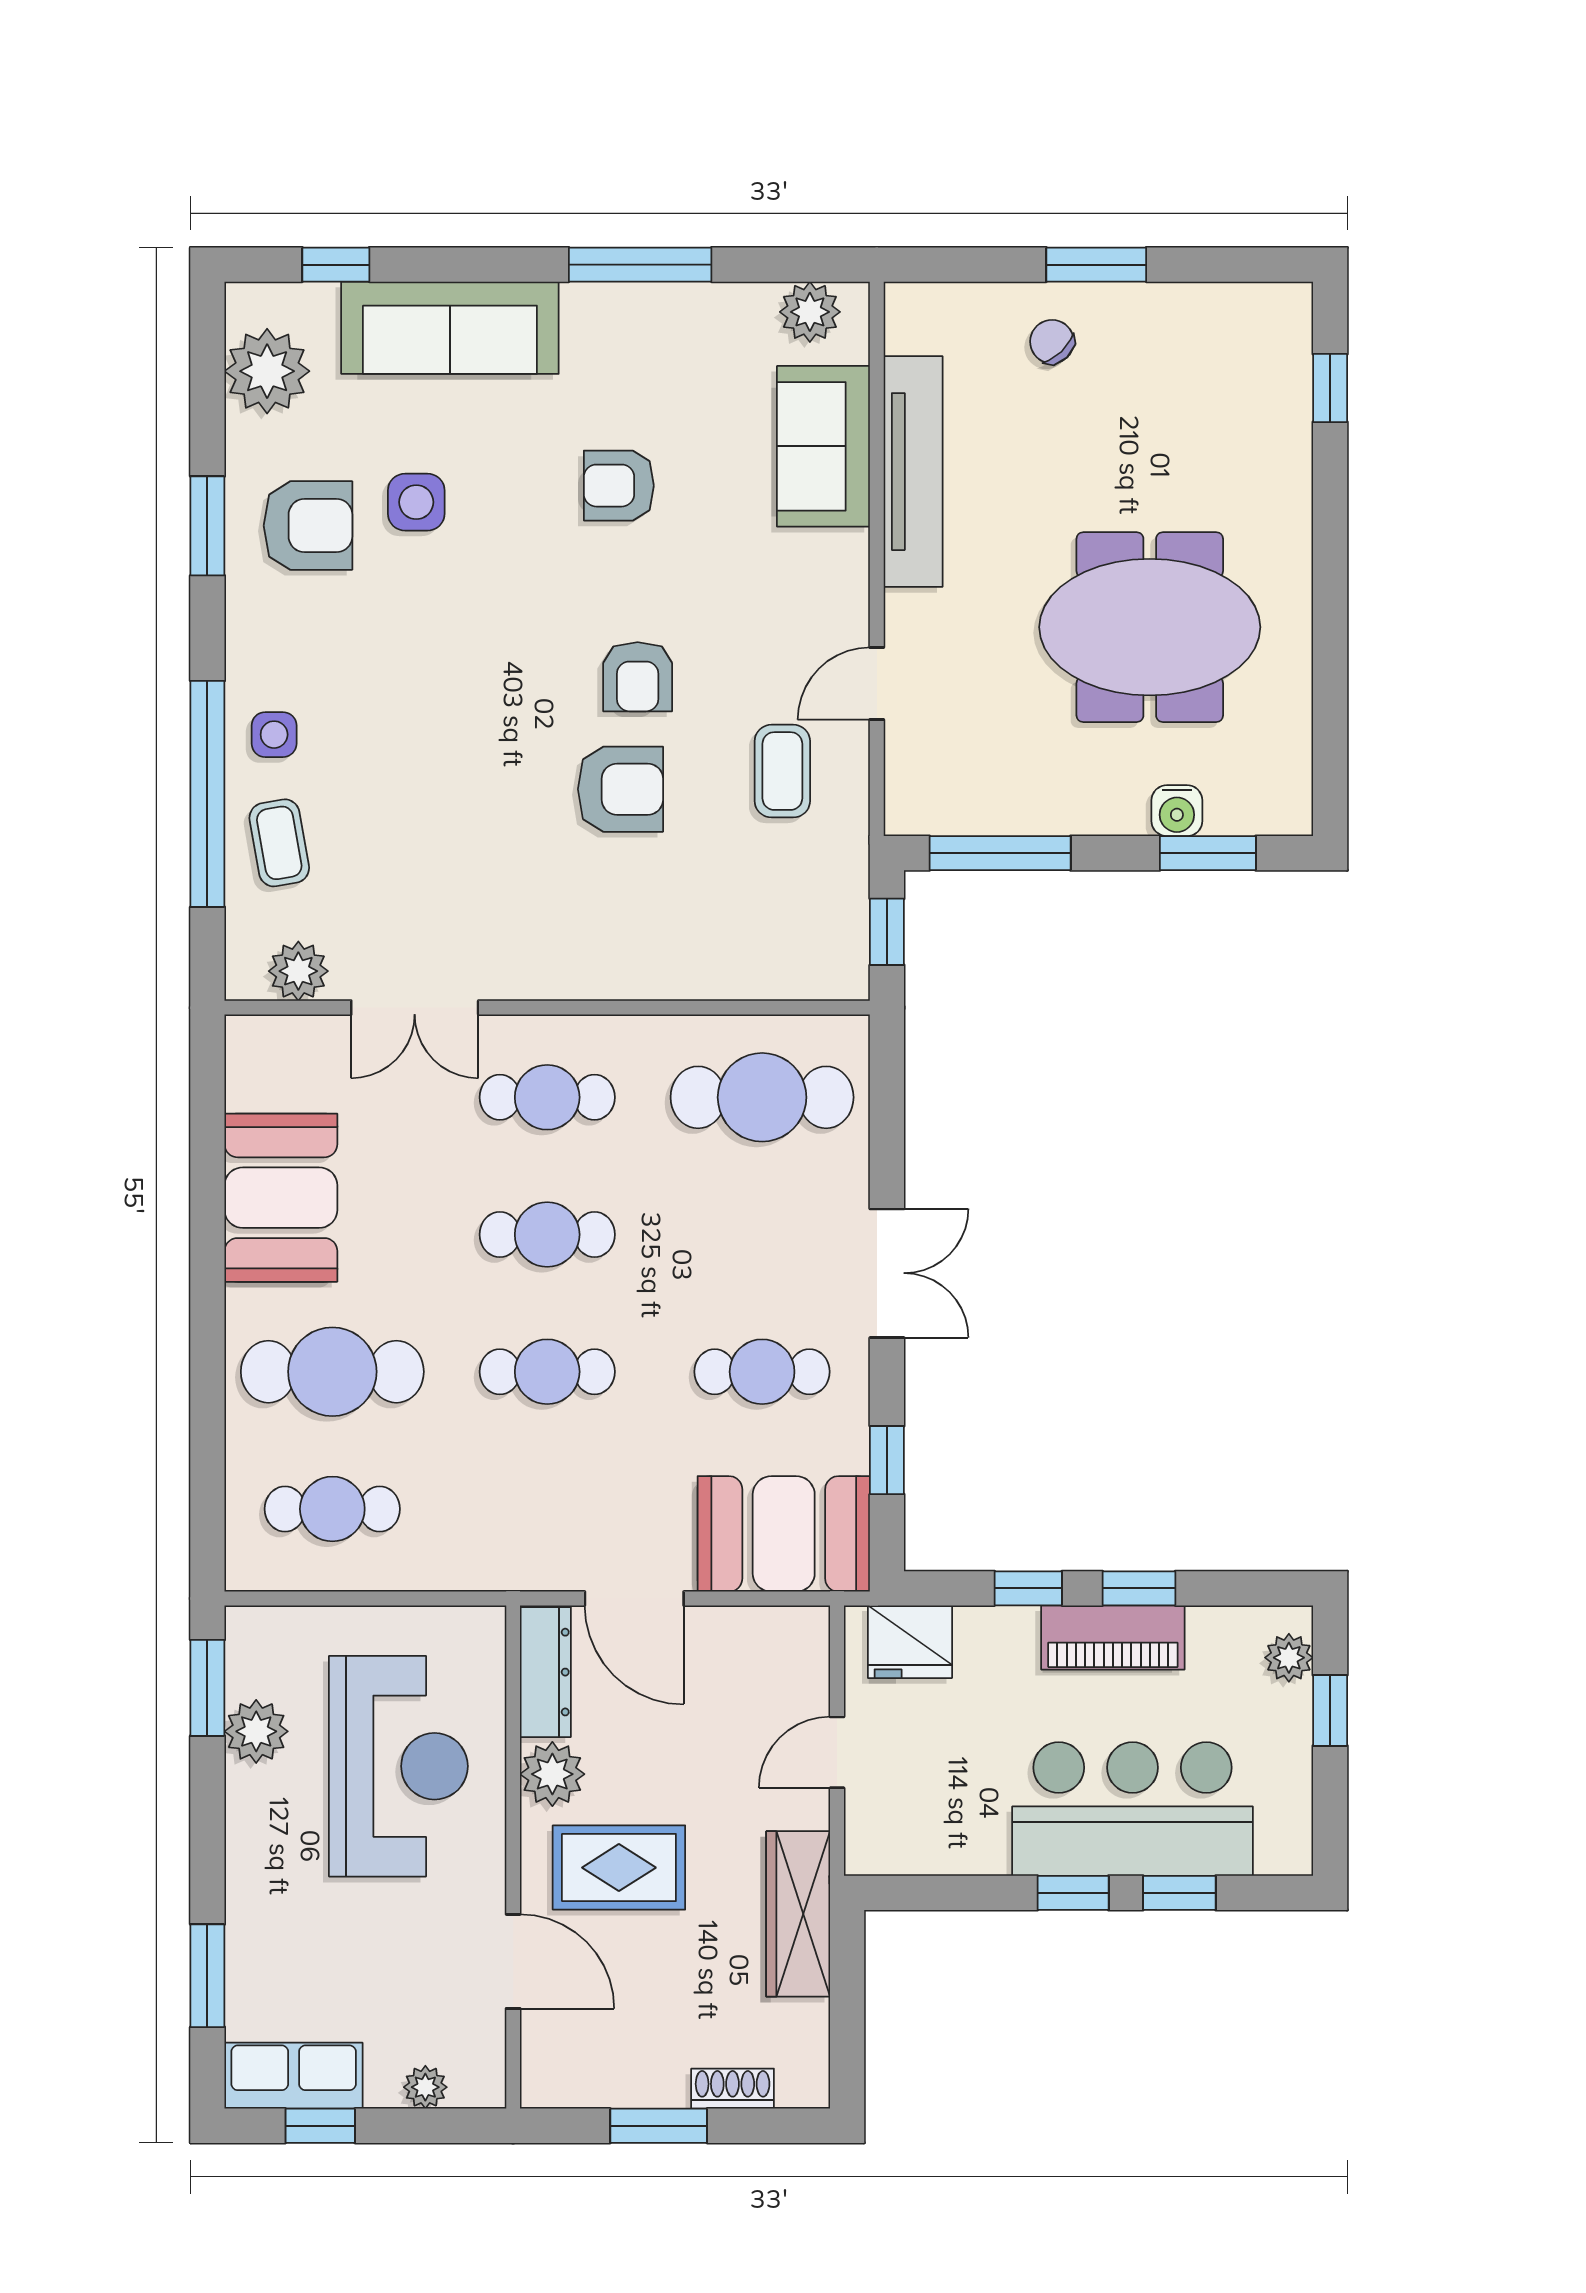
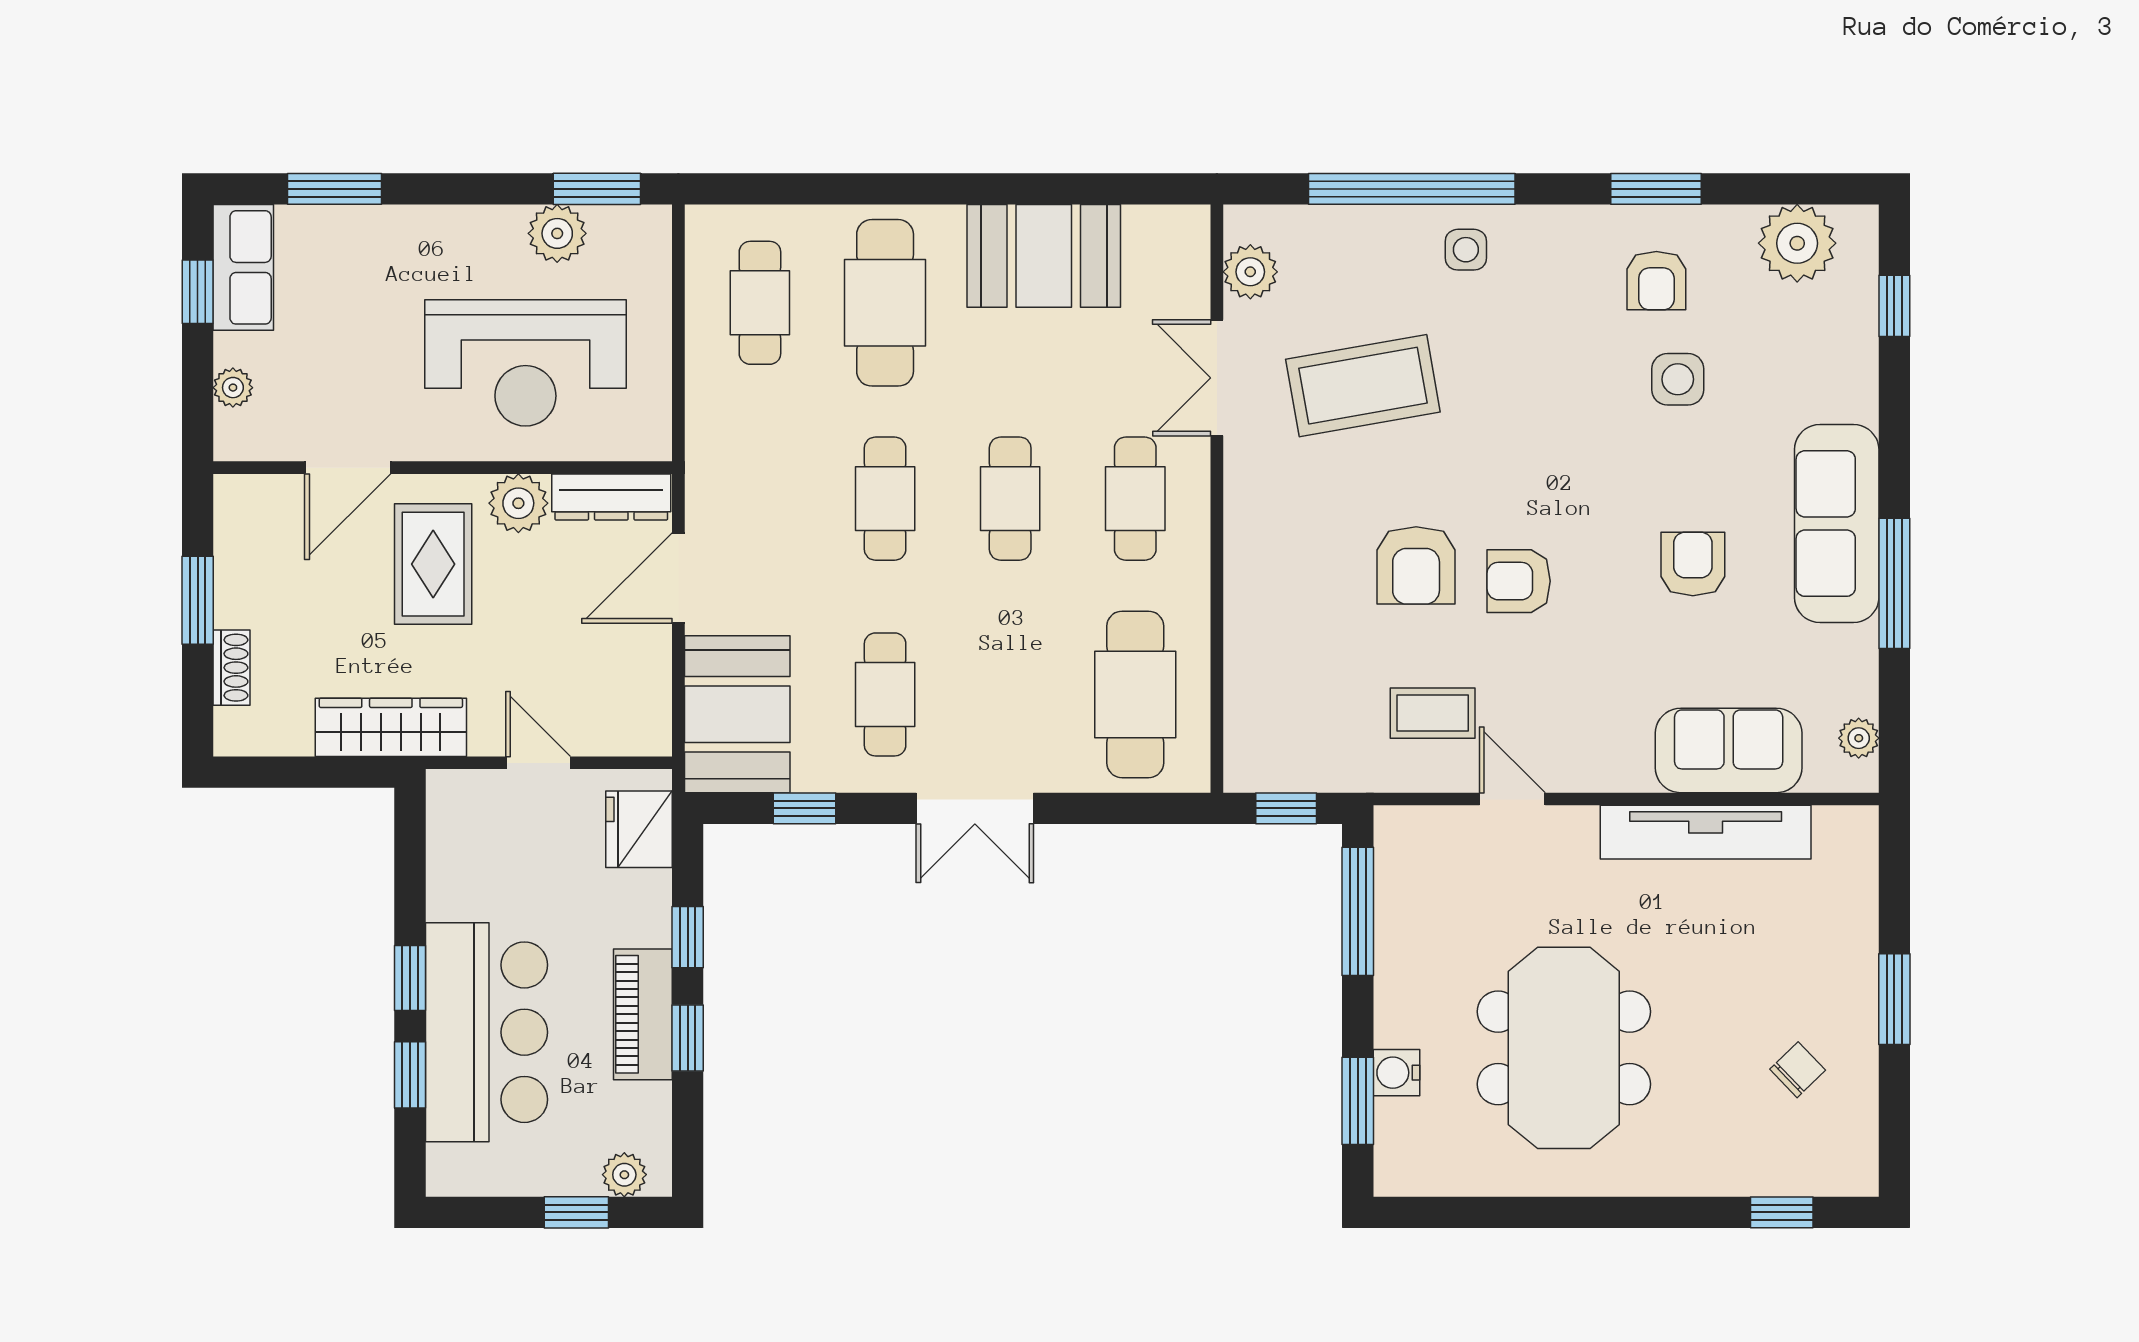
plant: (810, 312) -> (1859, 738), width x0.73, depth x0.73
sofa: (450, 328) -> (1837, 524), moved
chair: (1052, 342) -> (1798, 1070), moved
armchair: (308, 526) -> (1656, 281), width x0.72, depth x0.72
coffee table: (279, 843) -> (1363, 386), moved, width x1.86, depth x1.72

